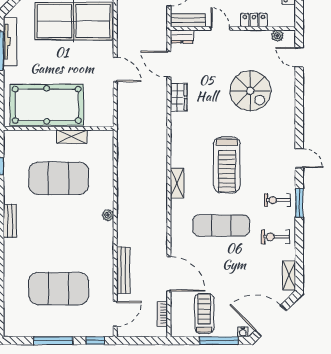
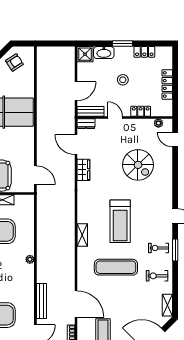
door: (115, 69) -> (35, 175), moved

